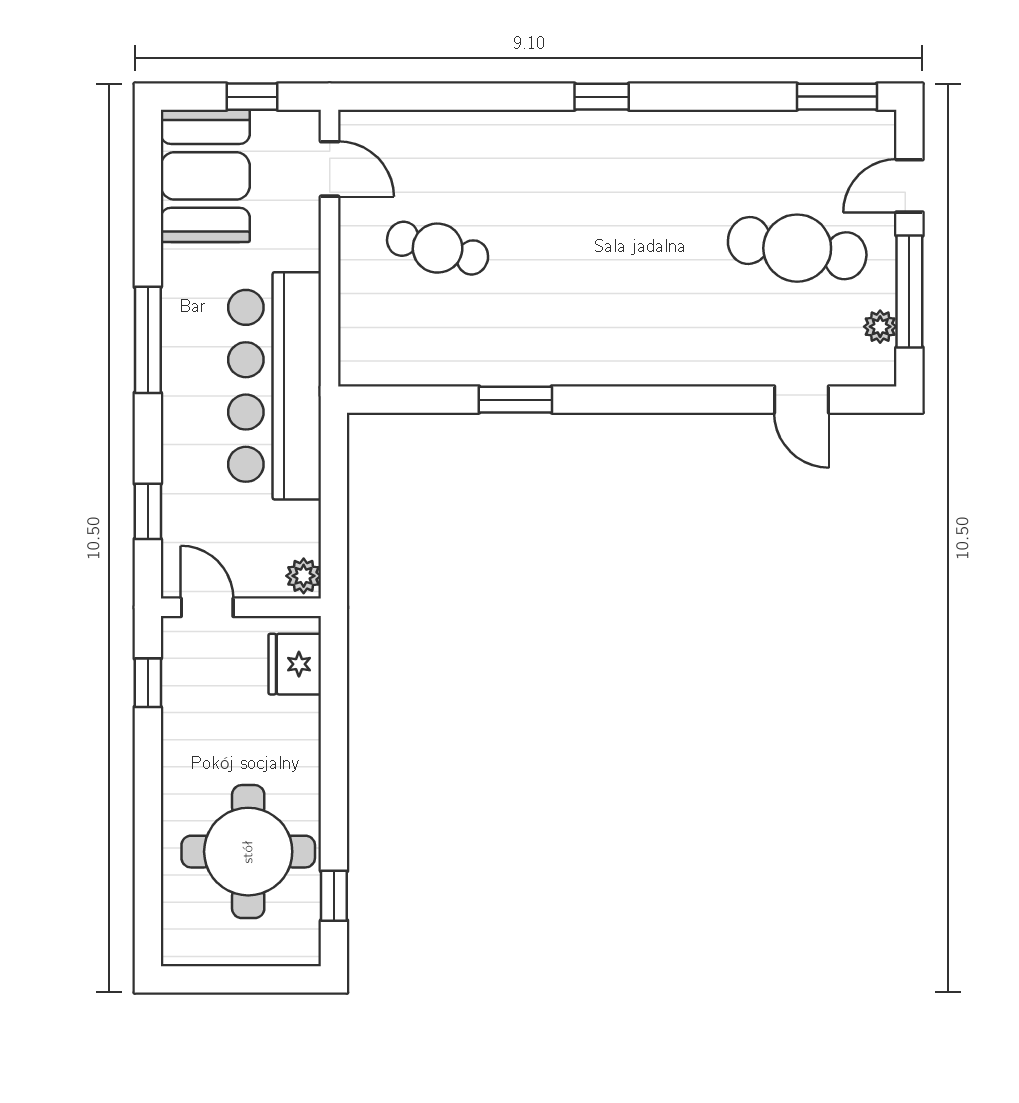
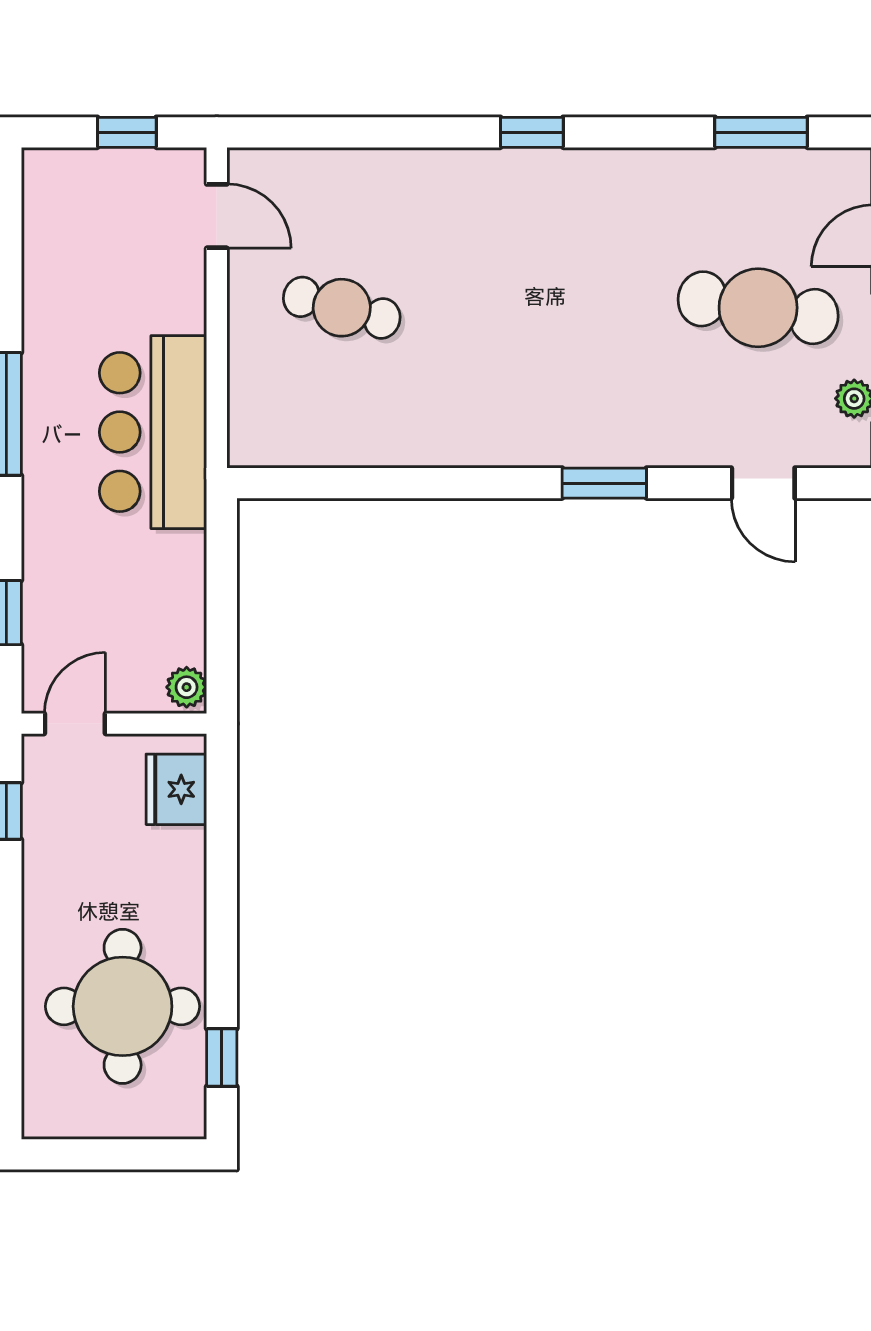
window: (837, 97) -> (761, 132), moved
booth: (205, 176) -> (73, 224), removed
bar counter: (275, 386) -> (153, 432), width x0.73
window: (515, 400) -> (604, 483), moved
door: (207, 607) -> (75, 724), hinge flipped

